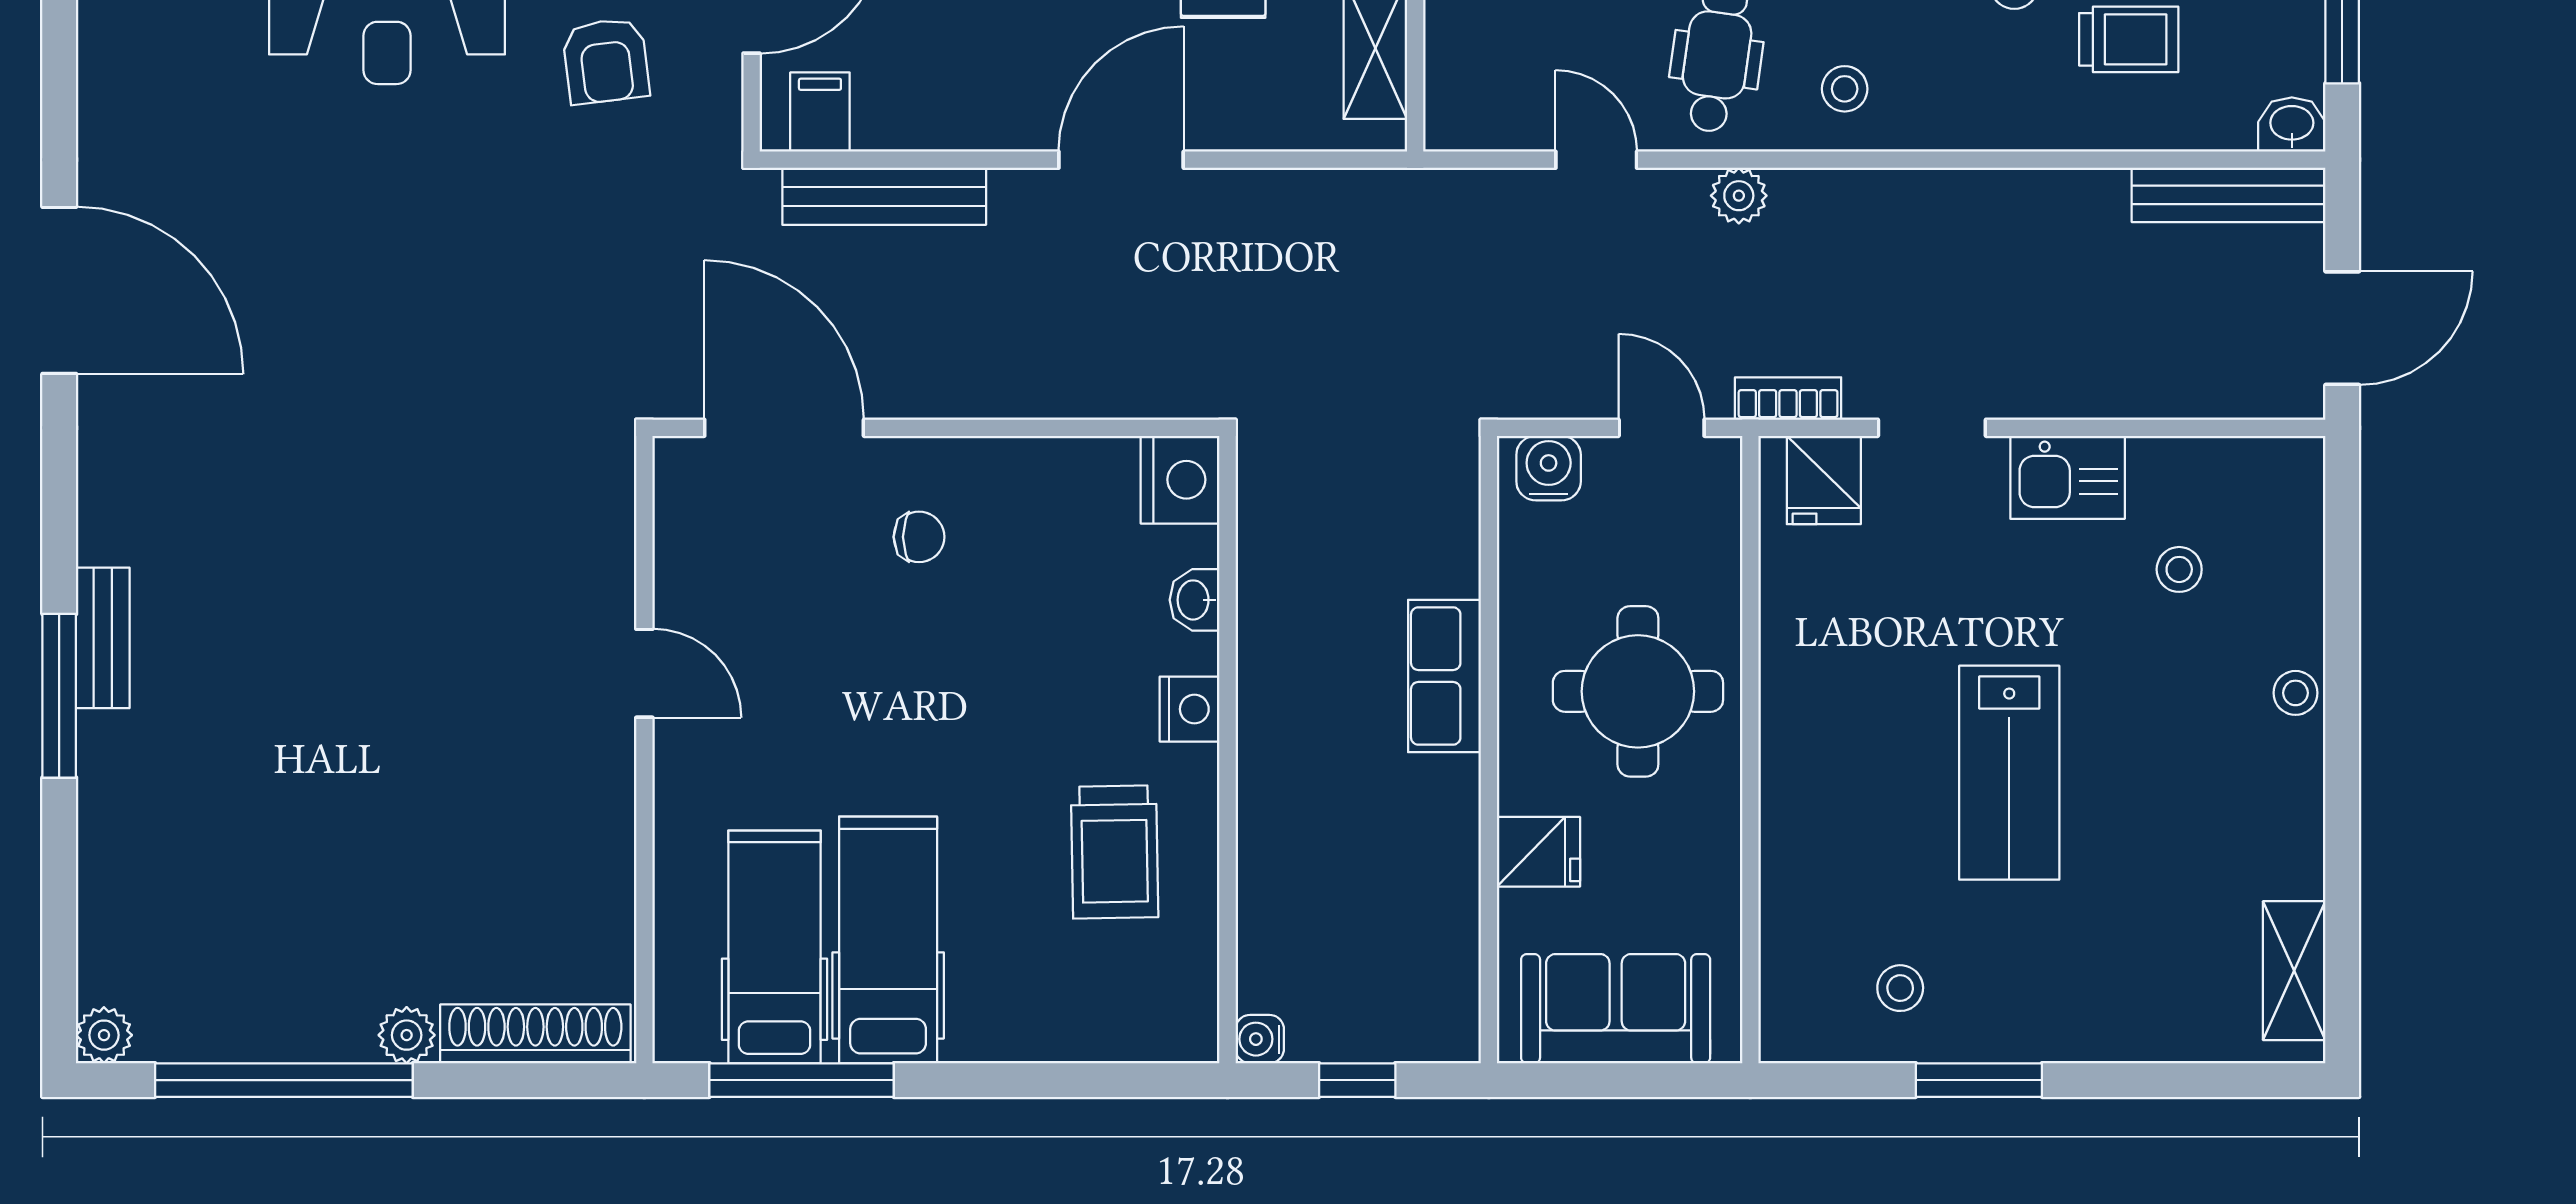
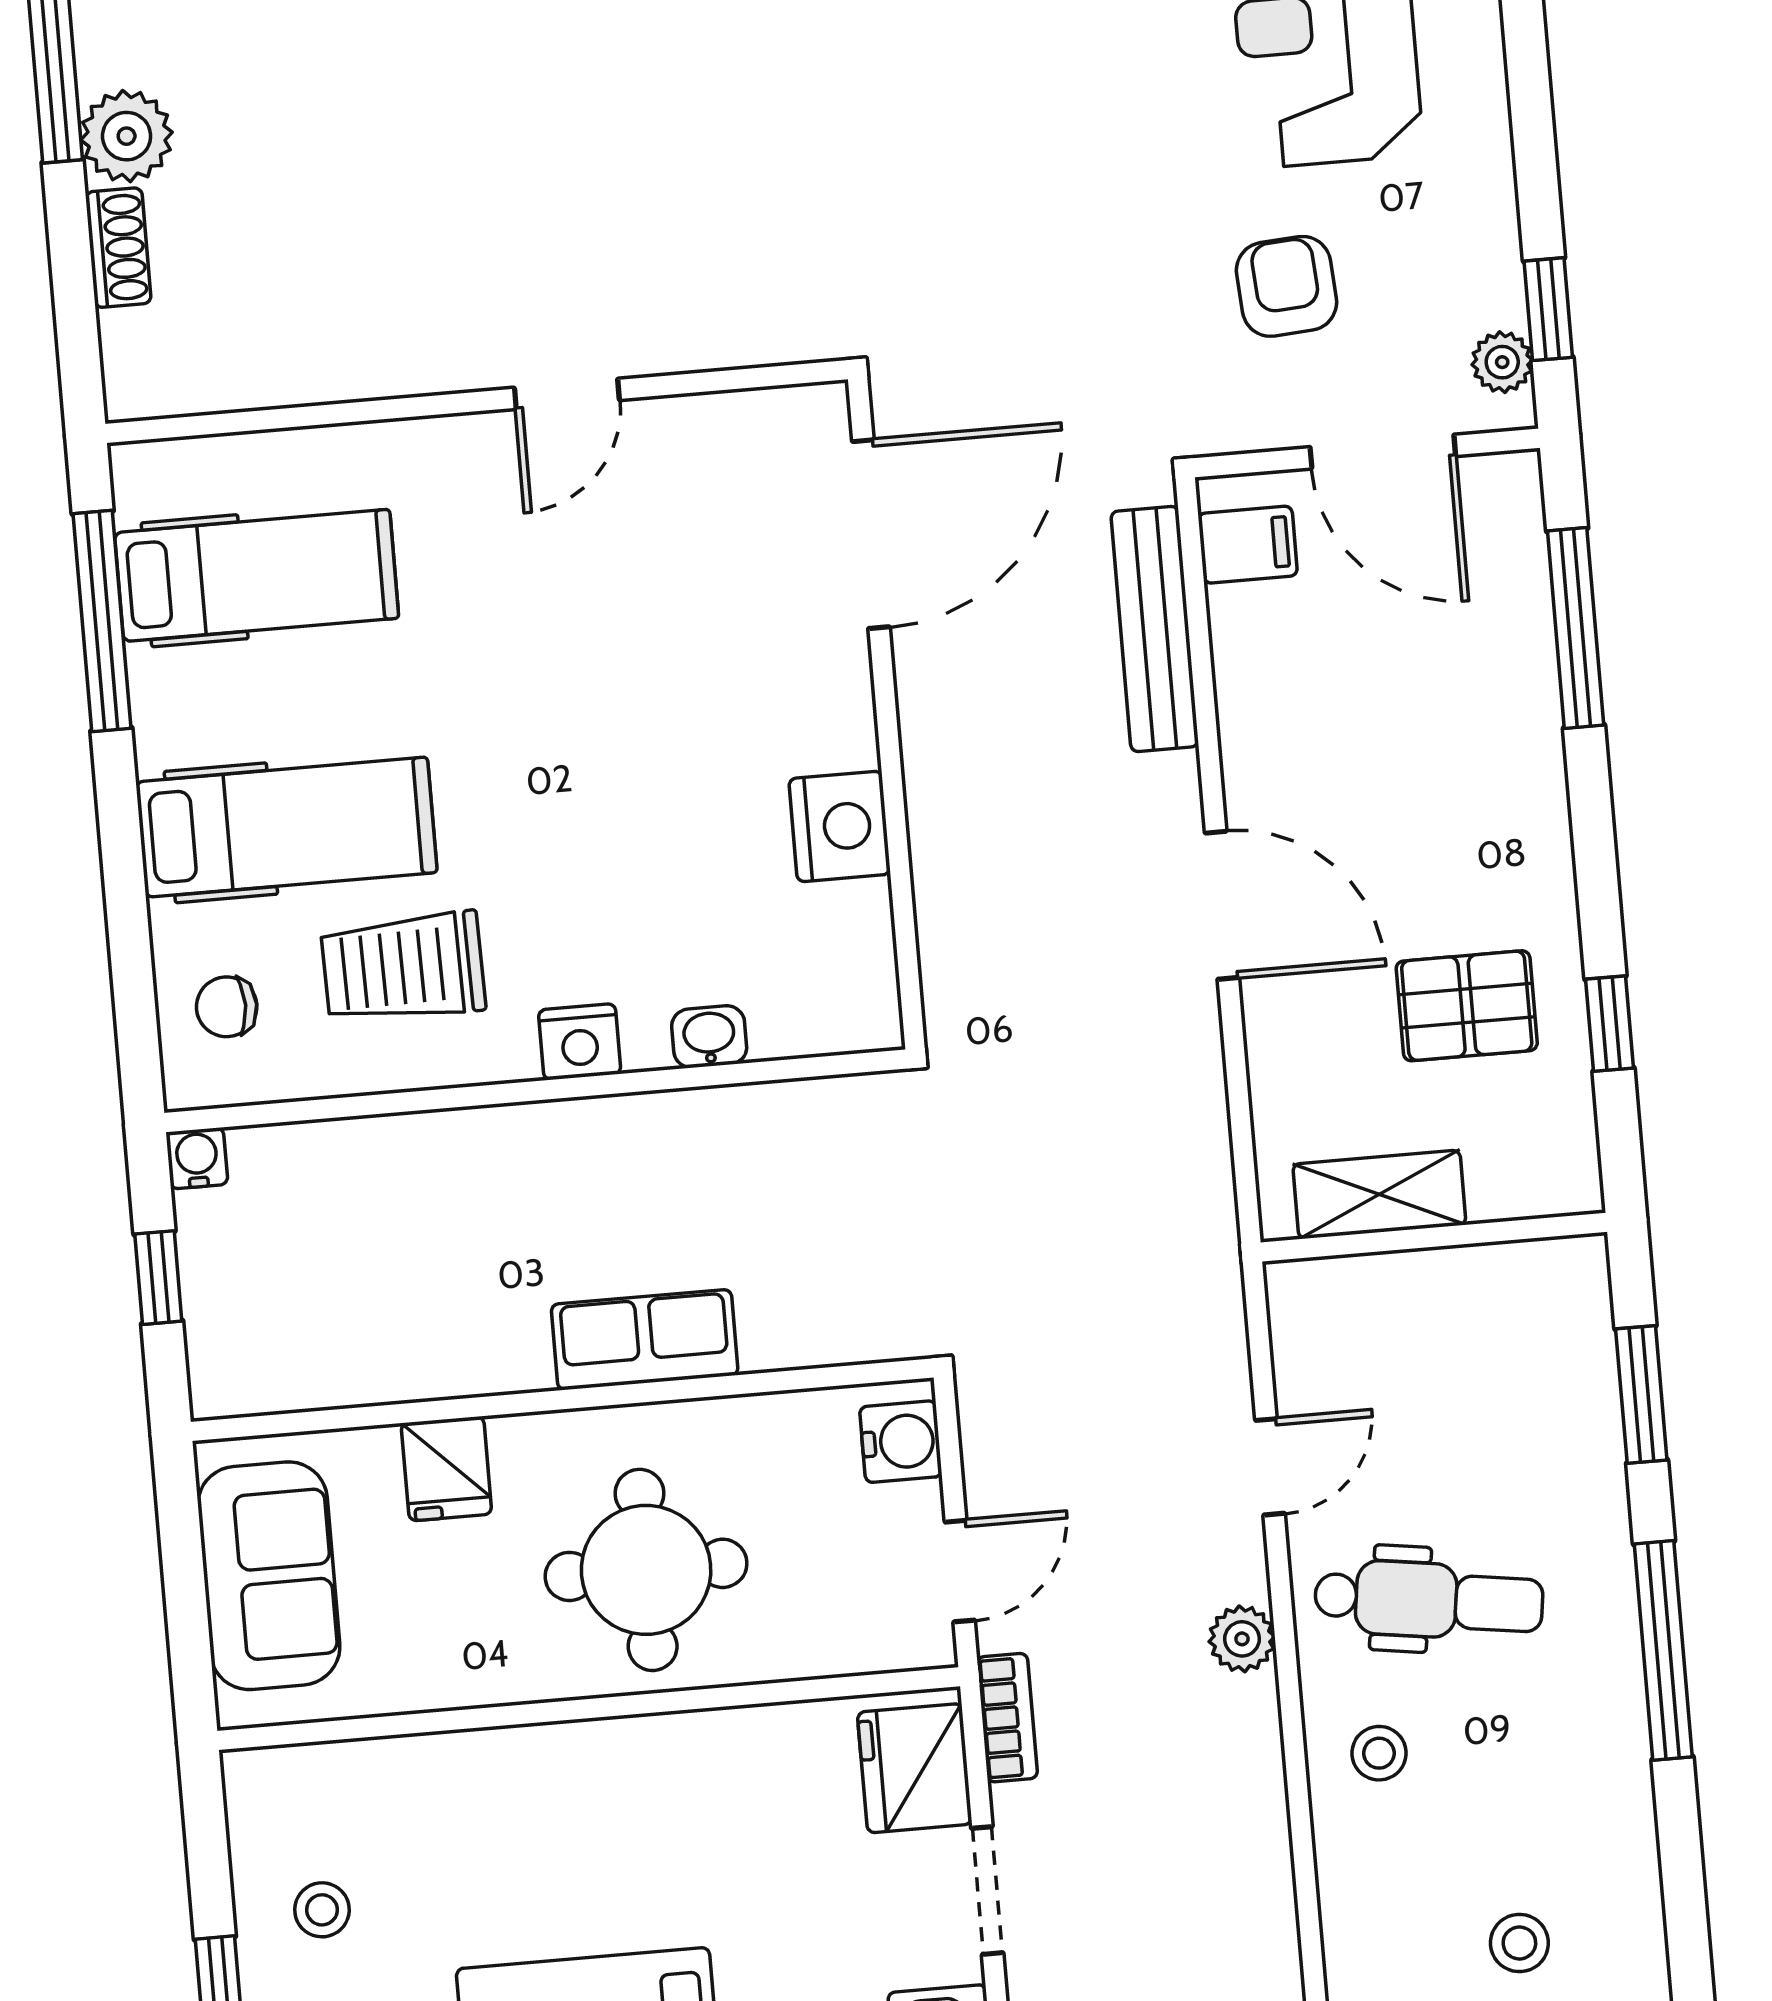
armchair: (606, 61) -> (1287, 286), turned 93
nightstand: (1180, 480) -> (840, 826), moved, turned -90
fridge: (1824, 480) -> (915, 1768), width x1.38
chair: (919, 537) -> (227, 1007), moved, turned 90
hospital bed: (888, 940) -> (286, 827), moved
shoe rack: (535, 1034) -> (118, 248), width x0.51, depth x0.81
plant: (407, 1035) -> (127, 136), width x1.38, depth x1.38

